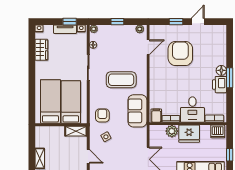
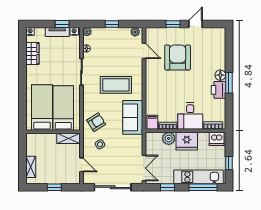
door: (148, 47) -> (144, 51), hinge flipped
armchair: (102, 115) -> (96, 122), turned 58

